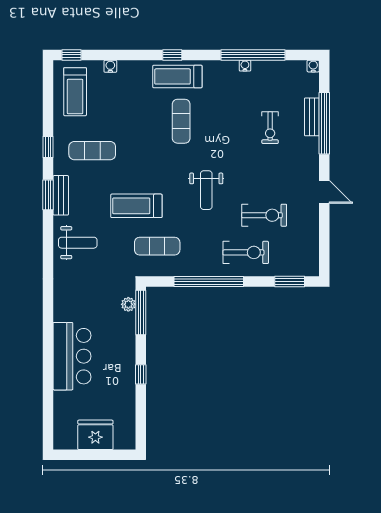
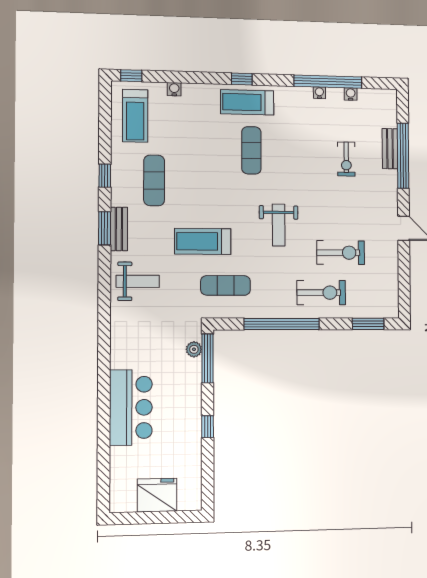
water cooler: (313, 66) -> (351, 94), moved
exercise mat: (92, 151) -> (154, 180), turned 90

